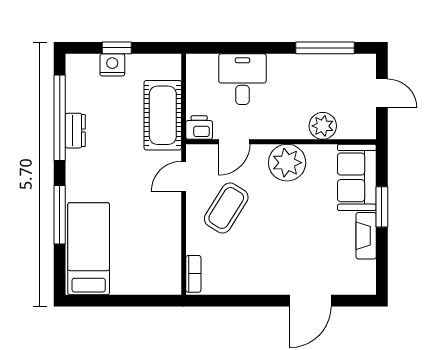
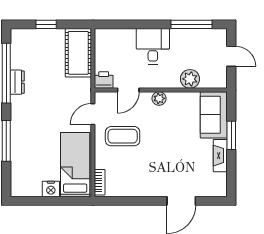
nightstand: (112, 65) -> (51, 189), moved, turned 180
desk: (242, 79) -> (153, 46), moved
cot: (163, 115) -> (78, 53), moved
plant: (287, 163) -> (159, 98), width x0.53, depth x0.53
coffee table: (226, 208) -> (123, 136), turned 58
bed: (89, 249) -> (75, 165), moved

